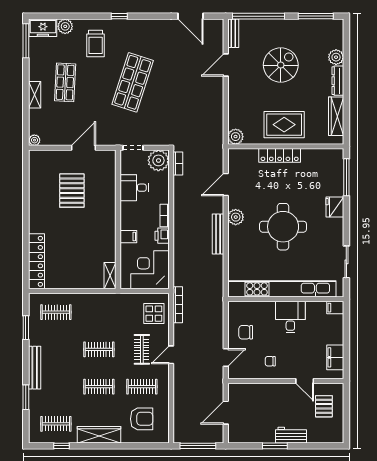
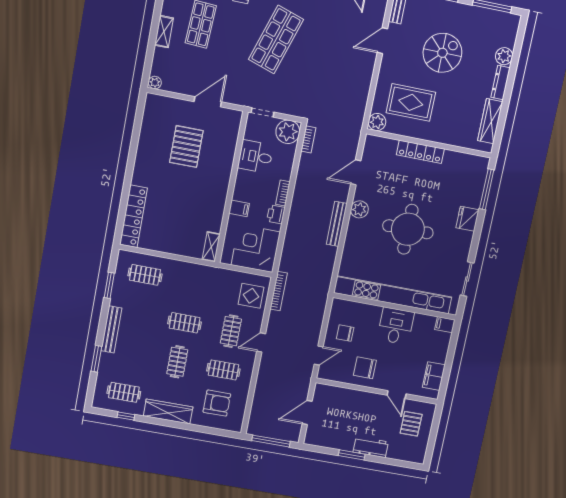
rug: (284, 125) -> (411, 102), moved
chair: (270, 361) -> (365, 368), width x1.87, depth x1.87
clothes rail: (99, 387) -> (177, 362), turned 90

